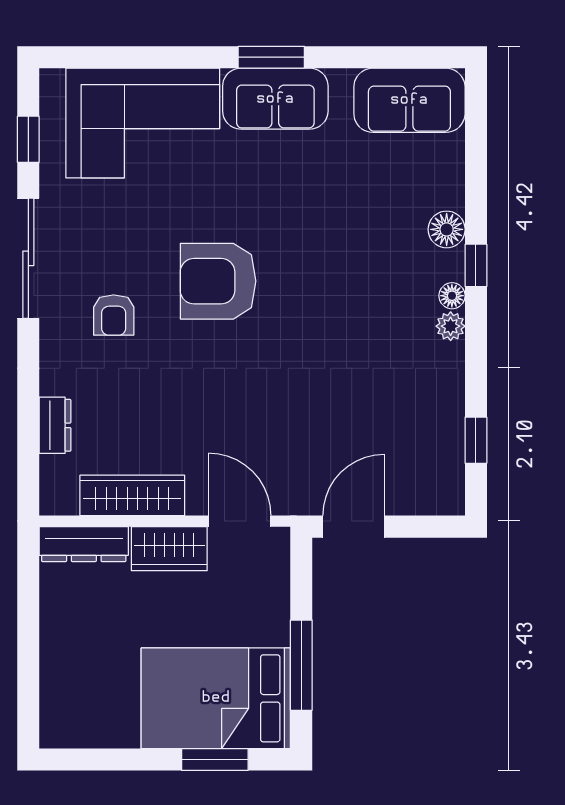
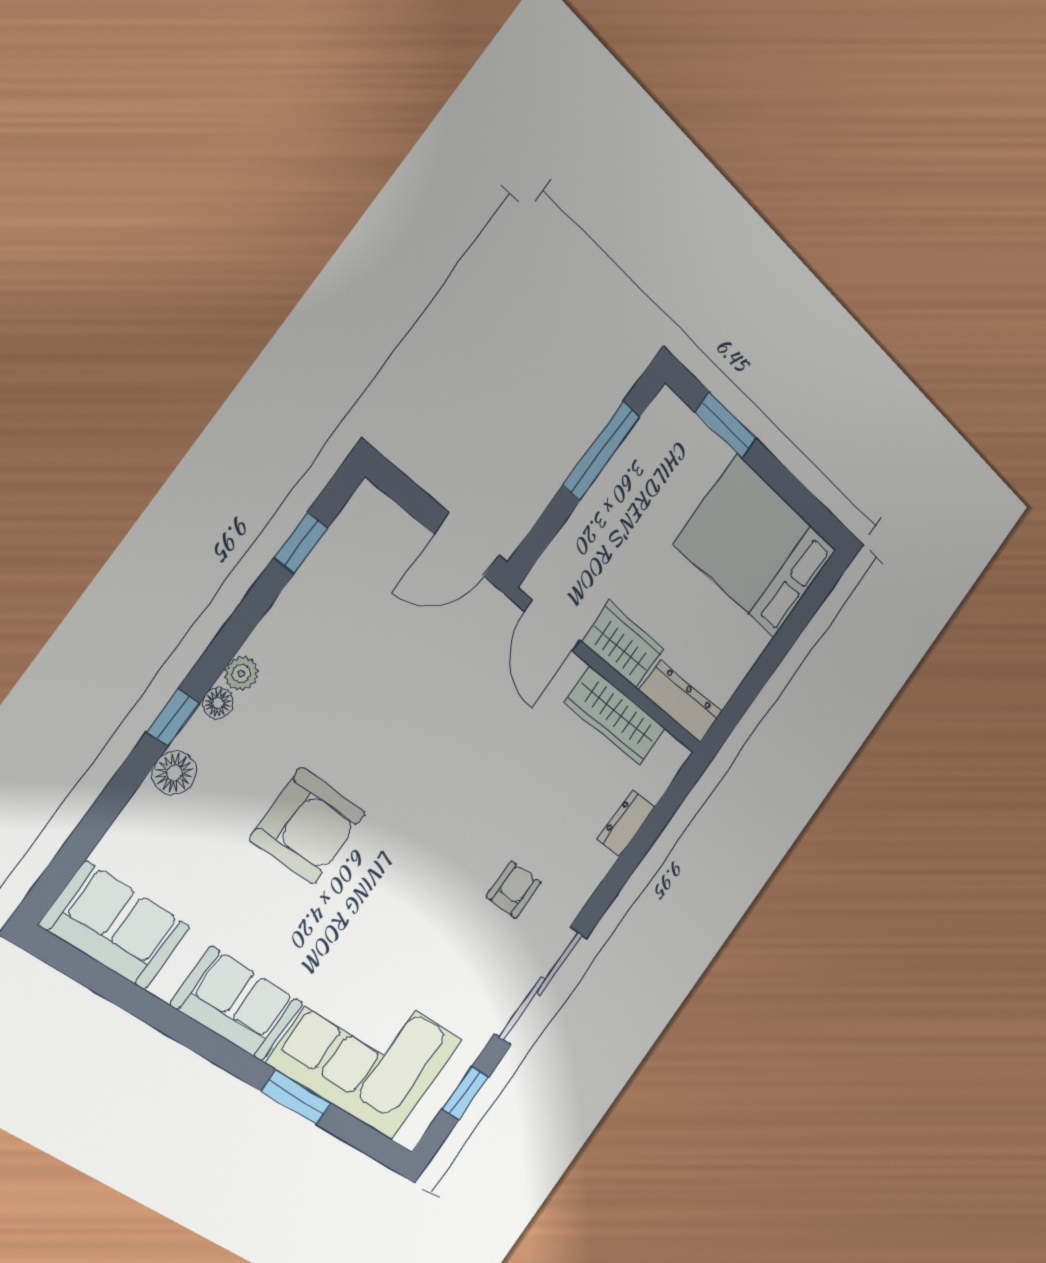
window: (271, 57) -> (296, 1097), moved
armchair: (218, 281) -> (308, 826), moved
bed: (216, 698) -> (756, 547), moved, turned 180

